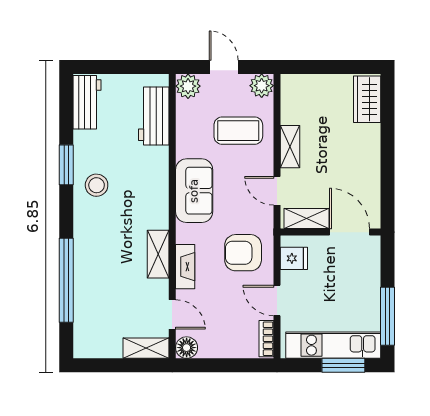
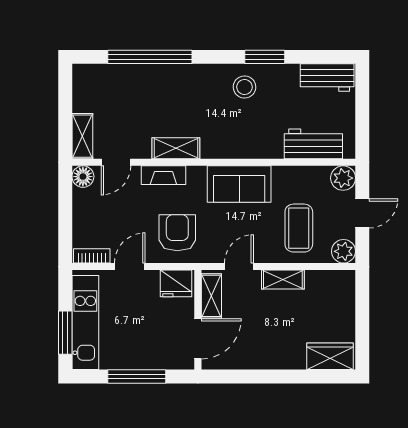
fridge: (294, 258) -> (176, 283), width x1.38
window: (387, 316) -> (137, 377), moved

